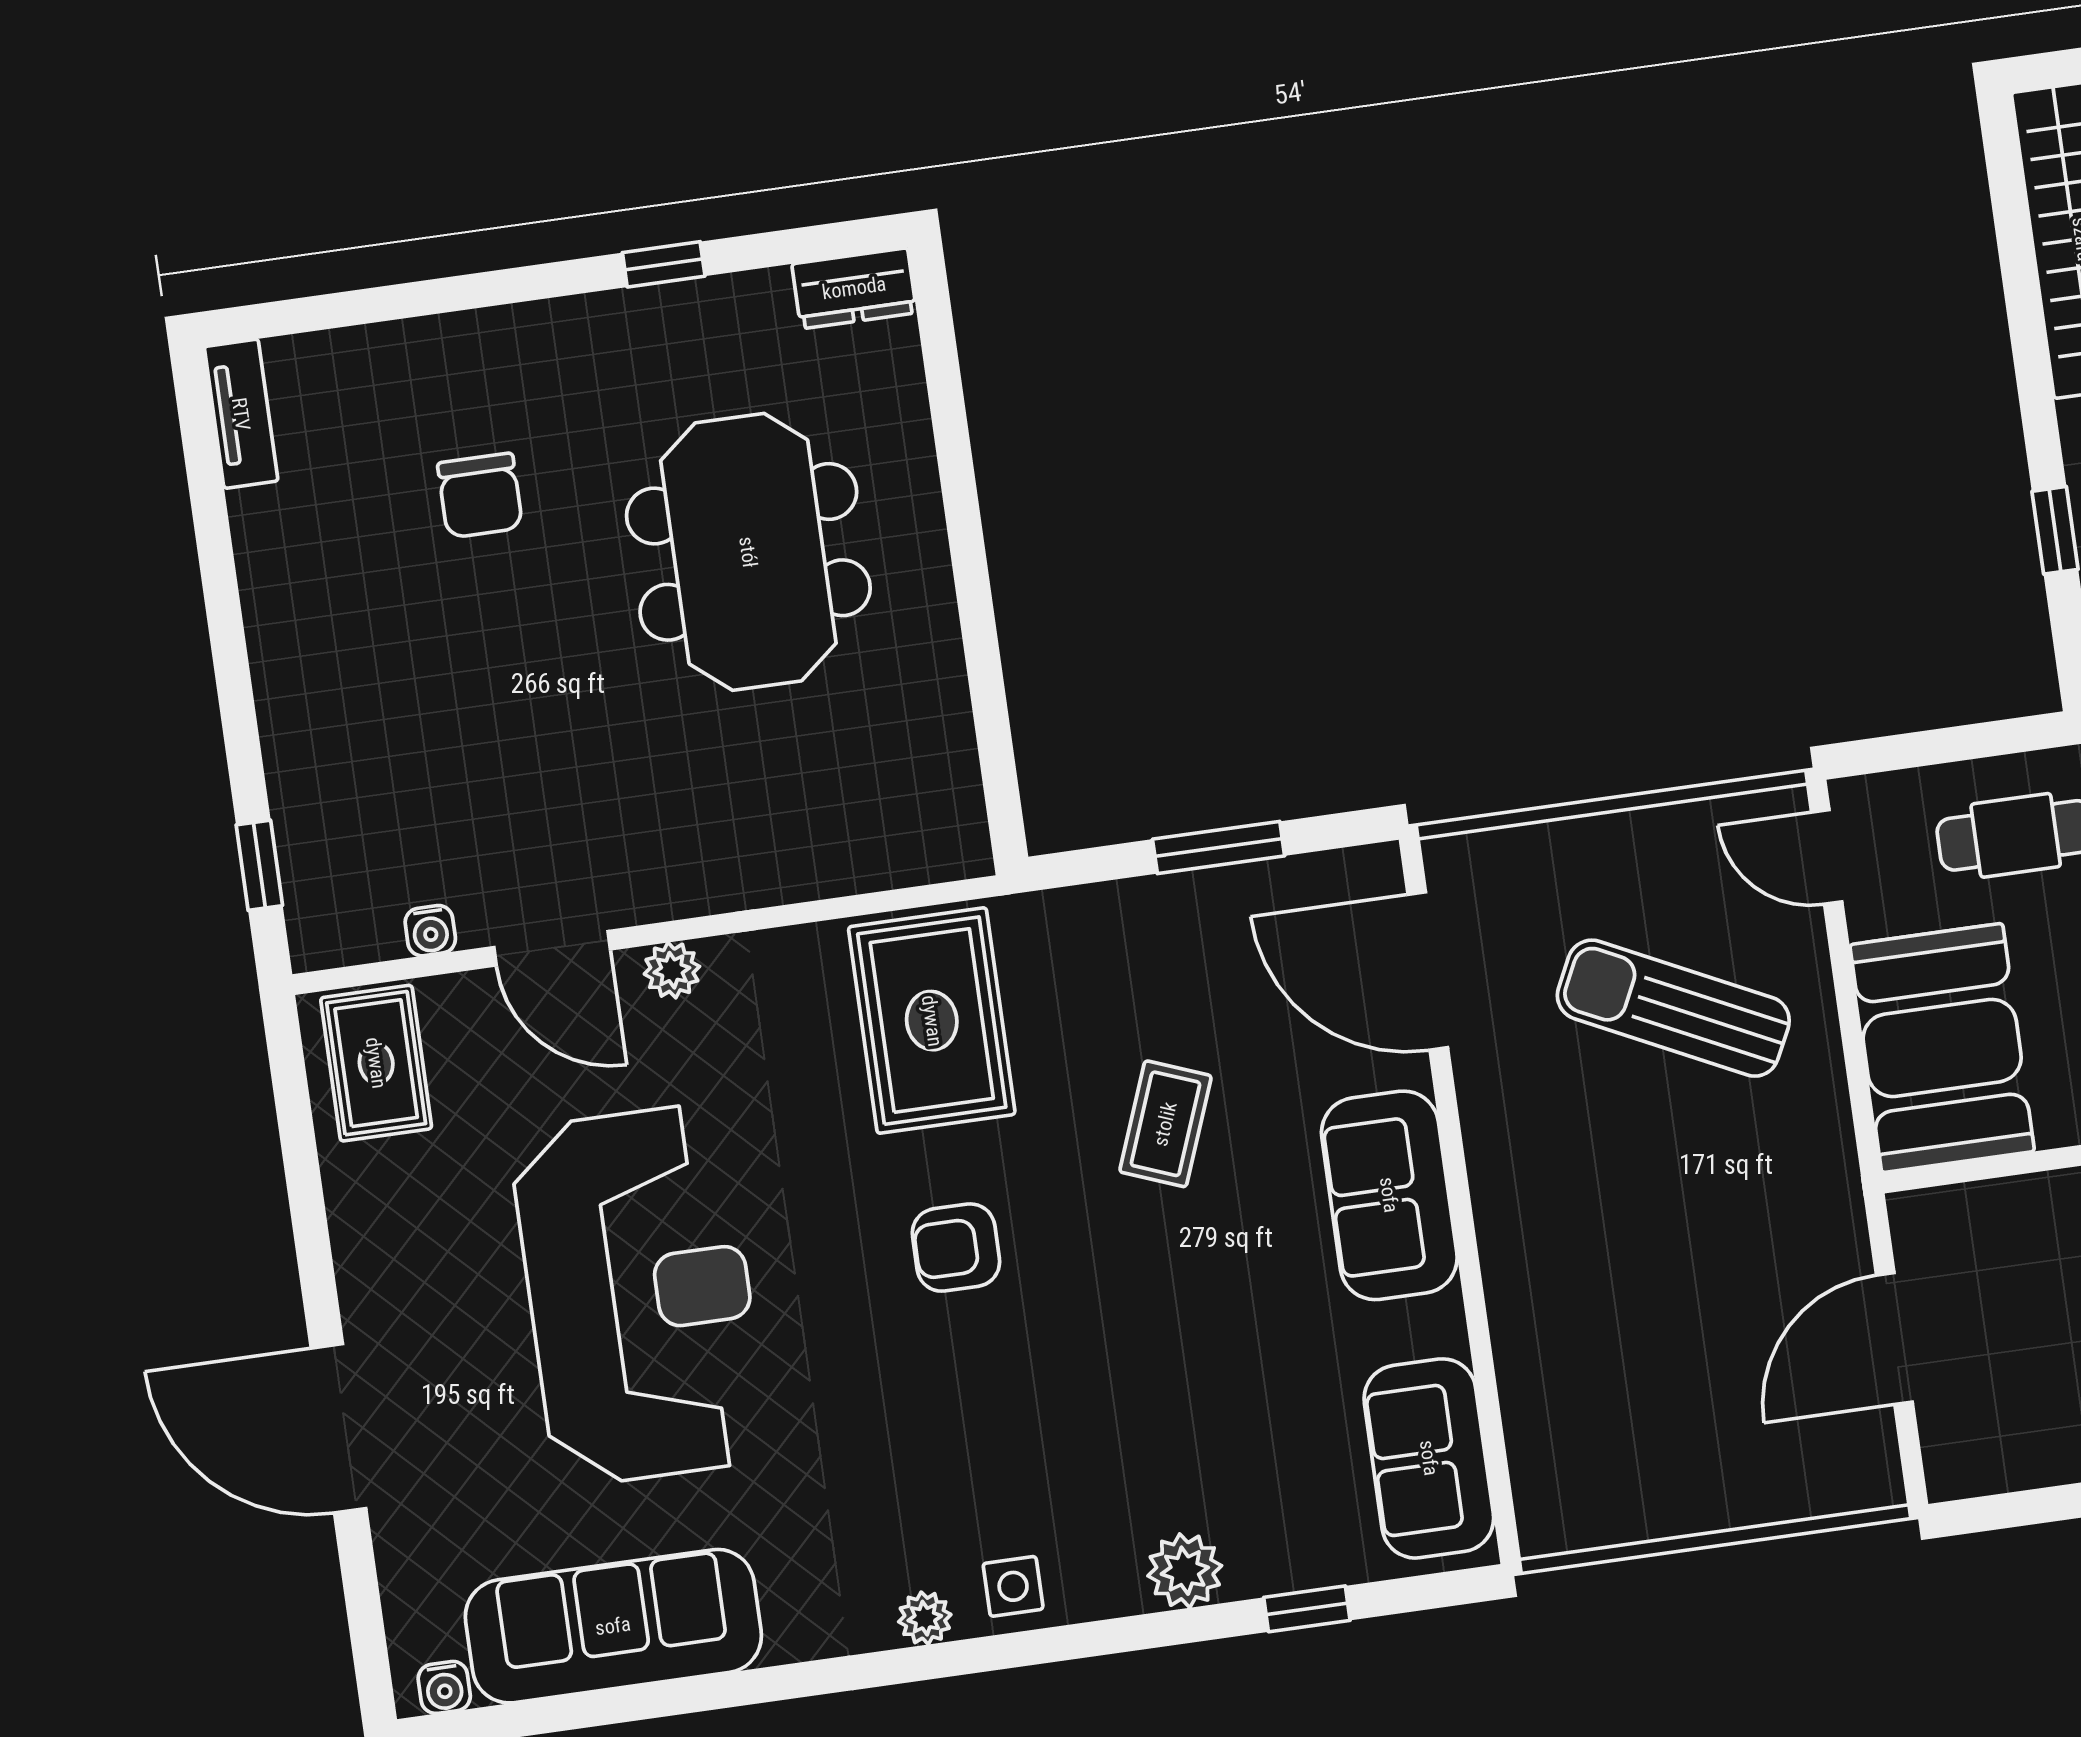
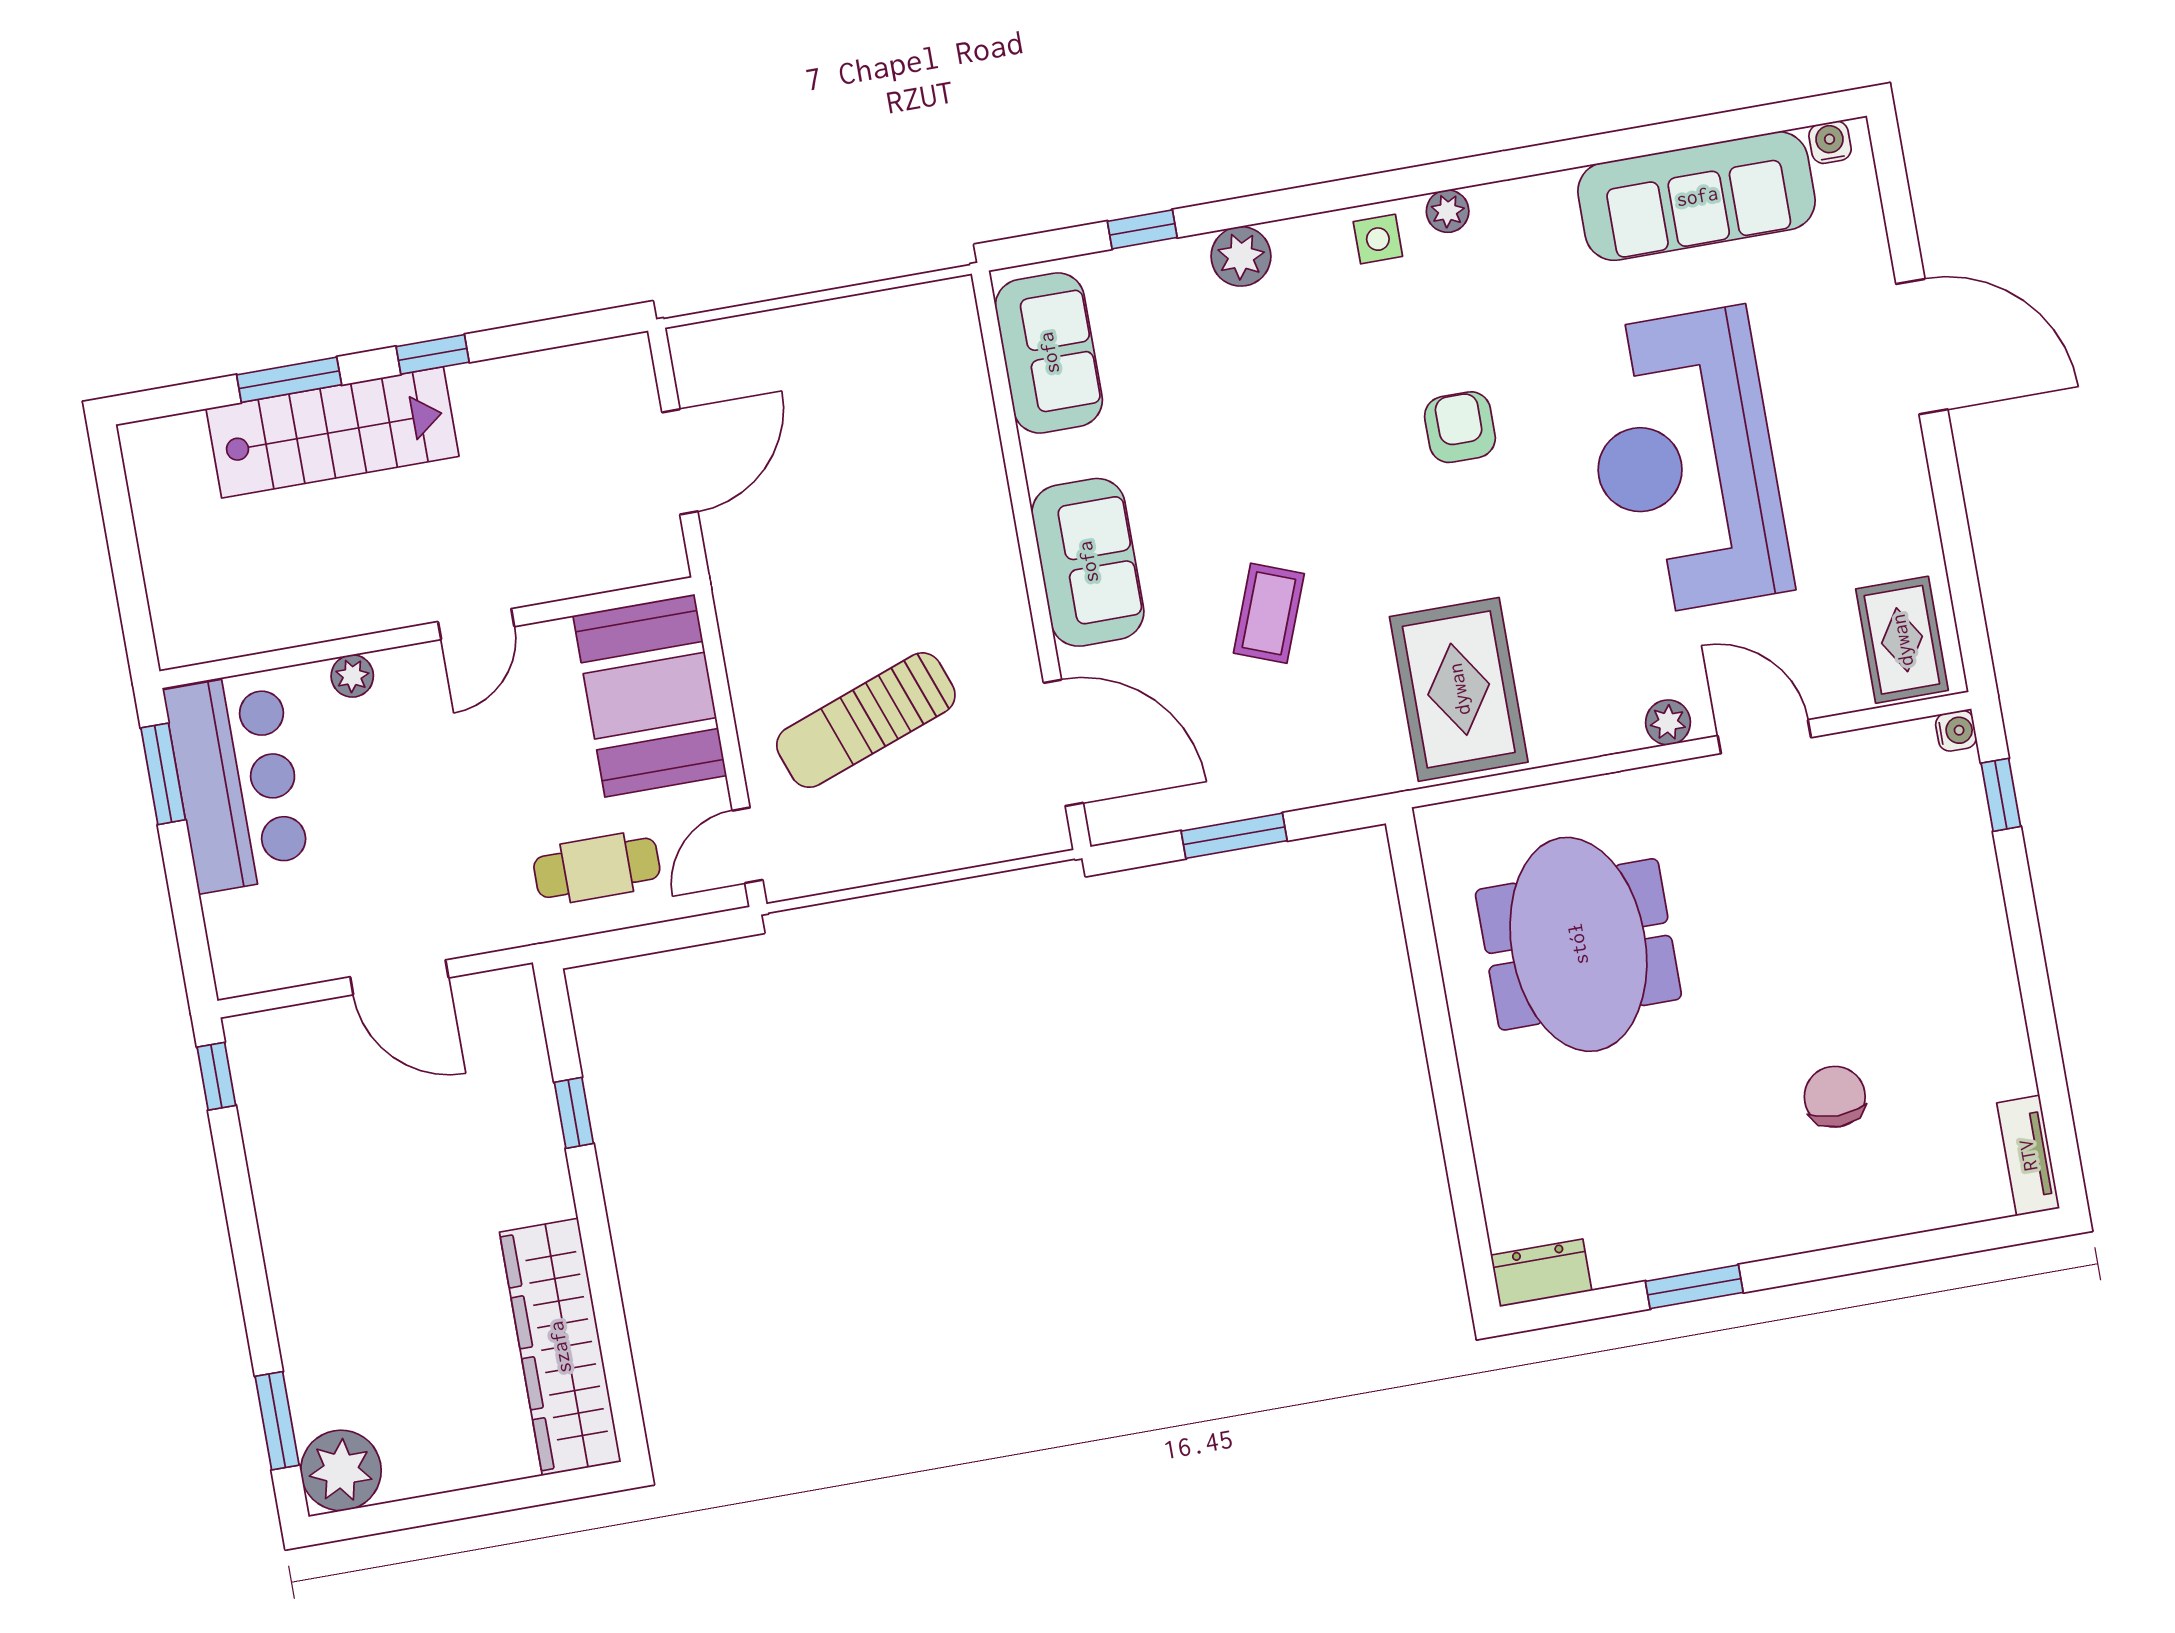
window: (664, 264) -> (1694, 1287), width x1.50
meeting table: (748, 552) -> (1578, 944), moved
door: (1827, 857) -> (747, 845), swing flipped
water cooler: (430, 931) -> (1956, 731), moved, turned 90
sun lounger: (1673, 1008) -> (866, 720), turned 134
armchair: (956, 1248) -> (1460, 427), moved, turned -90

